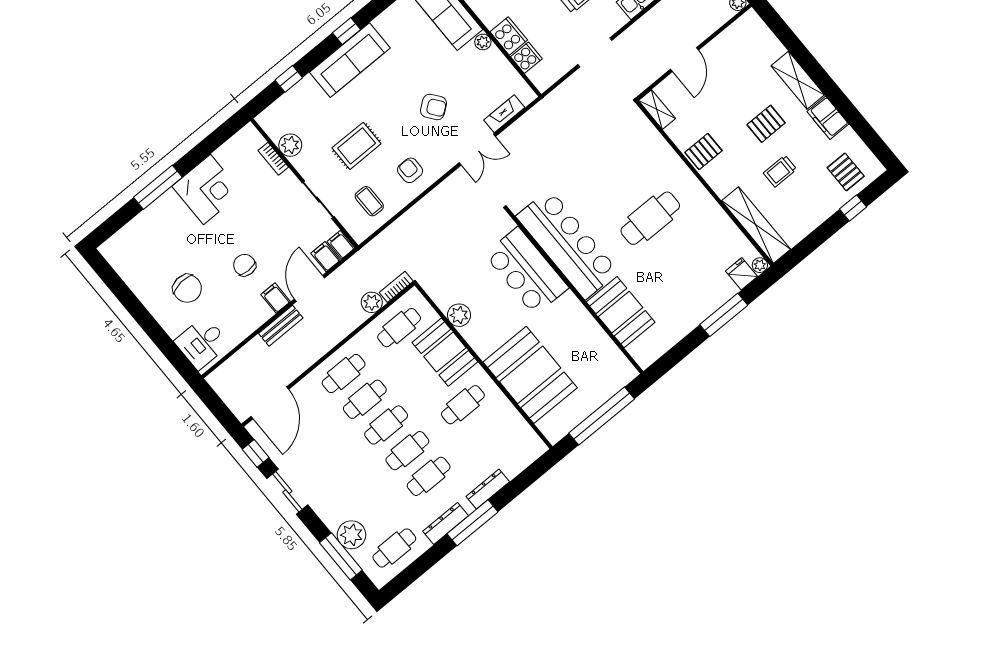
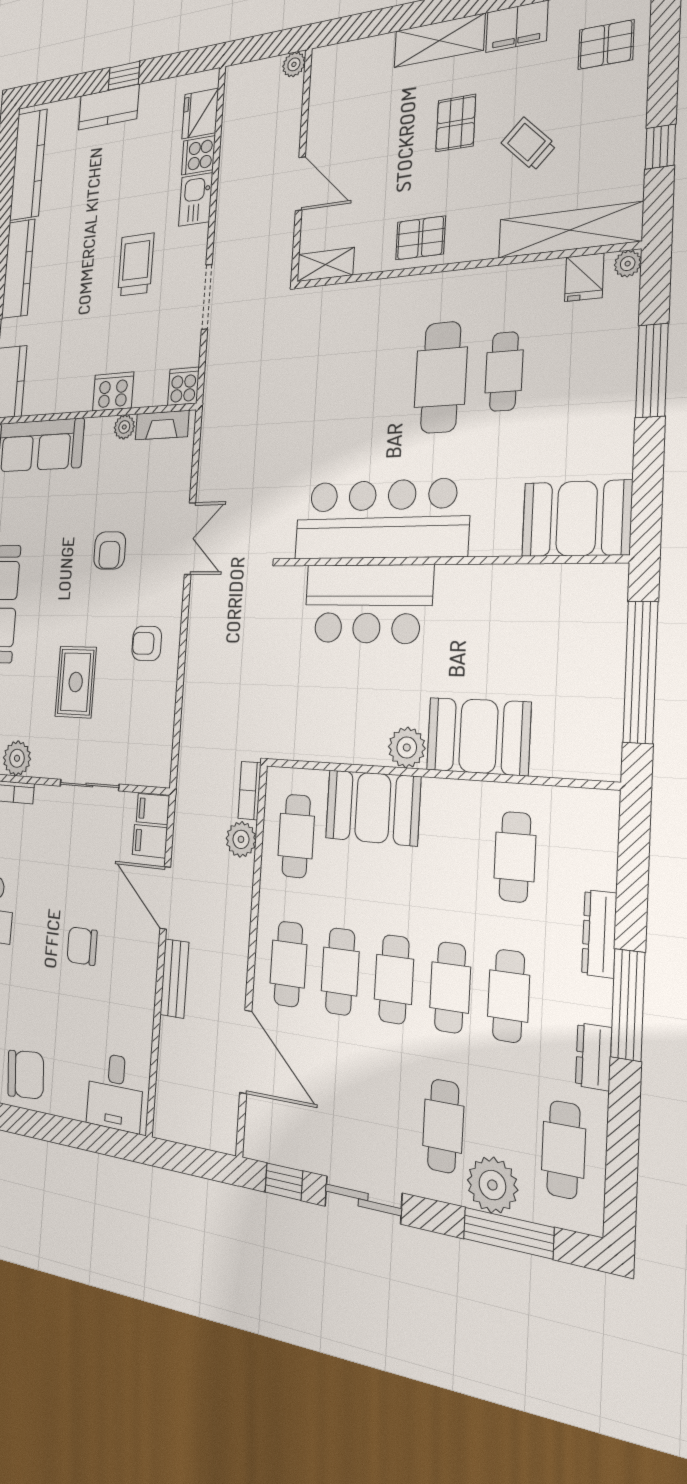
plant: (483, 42) -> (124, 427), moved
cooker: (526, 58) -> (183, 386), moved
armchair: (433, 107) -> (110, 550), turned 127
fireplace: (504, 114) -> (162, 425), moved, turned -90
pallet: (703, 152) -> (420, 238), turned 90
trolley: (780, 171) -> (529, 144), turned 134
coffee table: (369, 201) -> (138, 726), removed
window: (853, 208) -> (660, 147), moved
cafe table: (675, 247) -> (504, 372), added
fridge: (742, 274) -> (584, 277), moved, turned -90
chair: (187, 288) -> (26, 1074), moved
filing cabinet: (276, 298) -> (142, 950), removed
booth: (621, 312) -> (577, 519), moved
plant: (459, 315) -> (407, 747), moved
booth: (530, 375) -> (478, 736), width x0.73, depth x0.70
door: (270, 403) -> (246, 1052), moved
cafe table: (463, 405) -> (515, 857), moved
cafe table: (352, 497) -> (443, 1126), added
dresser: (446, 523) -> (594, 1057), width x0.70

